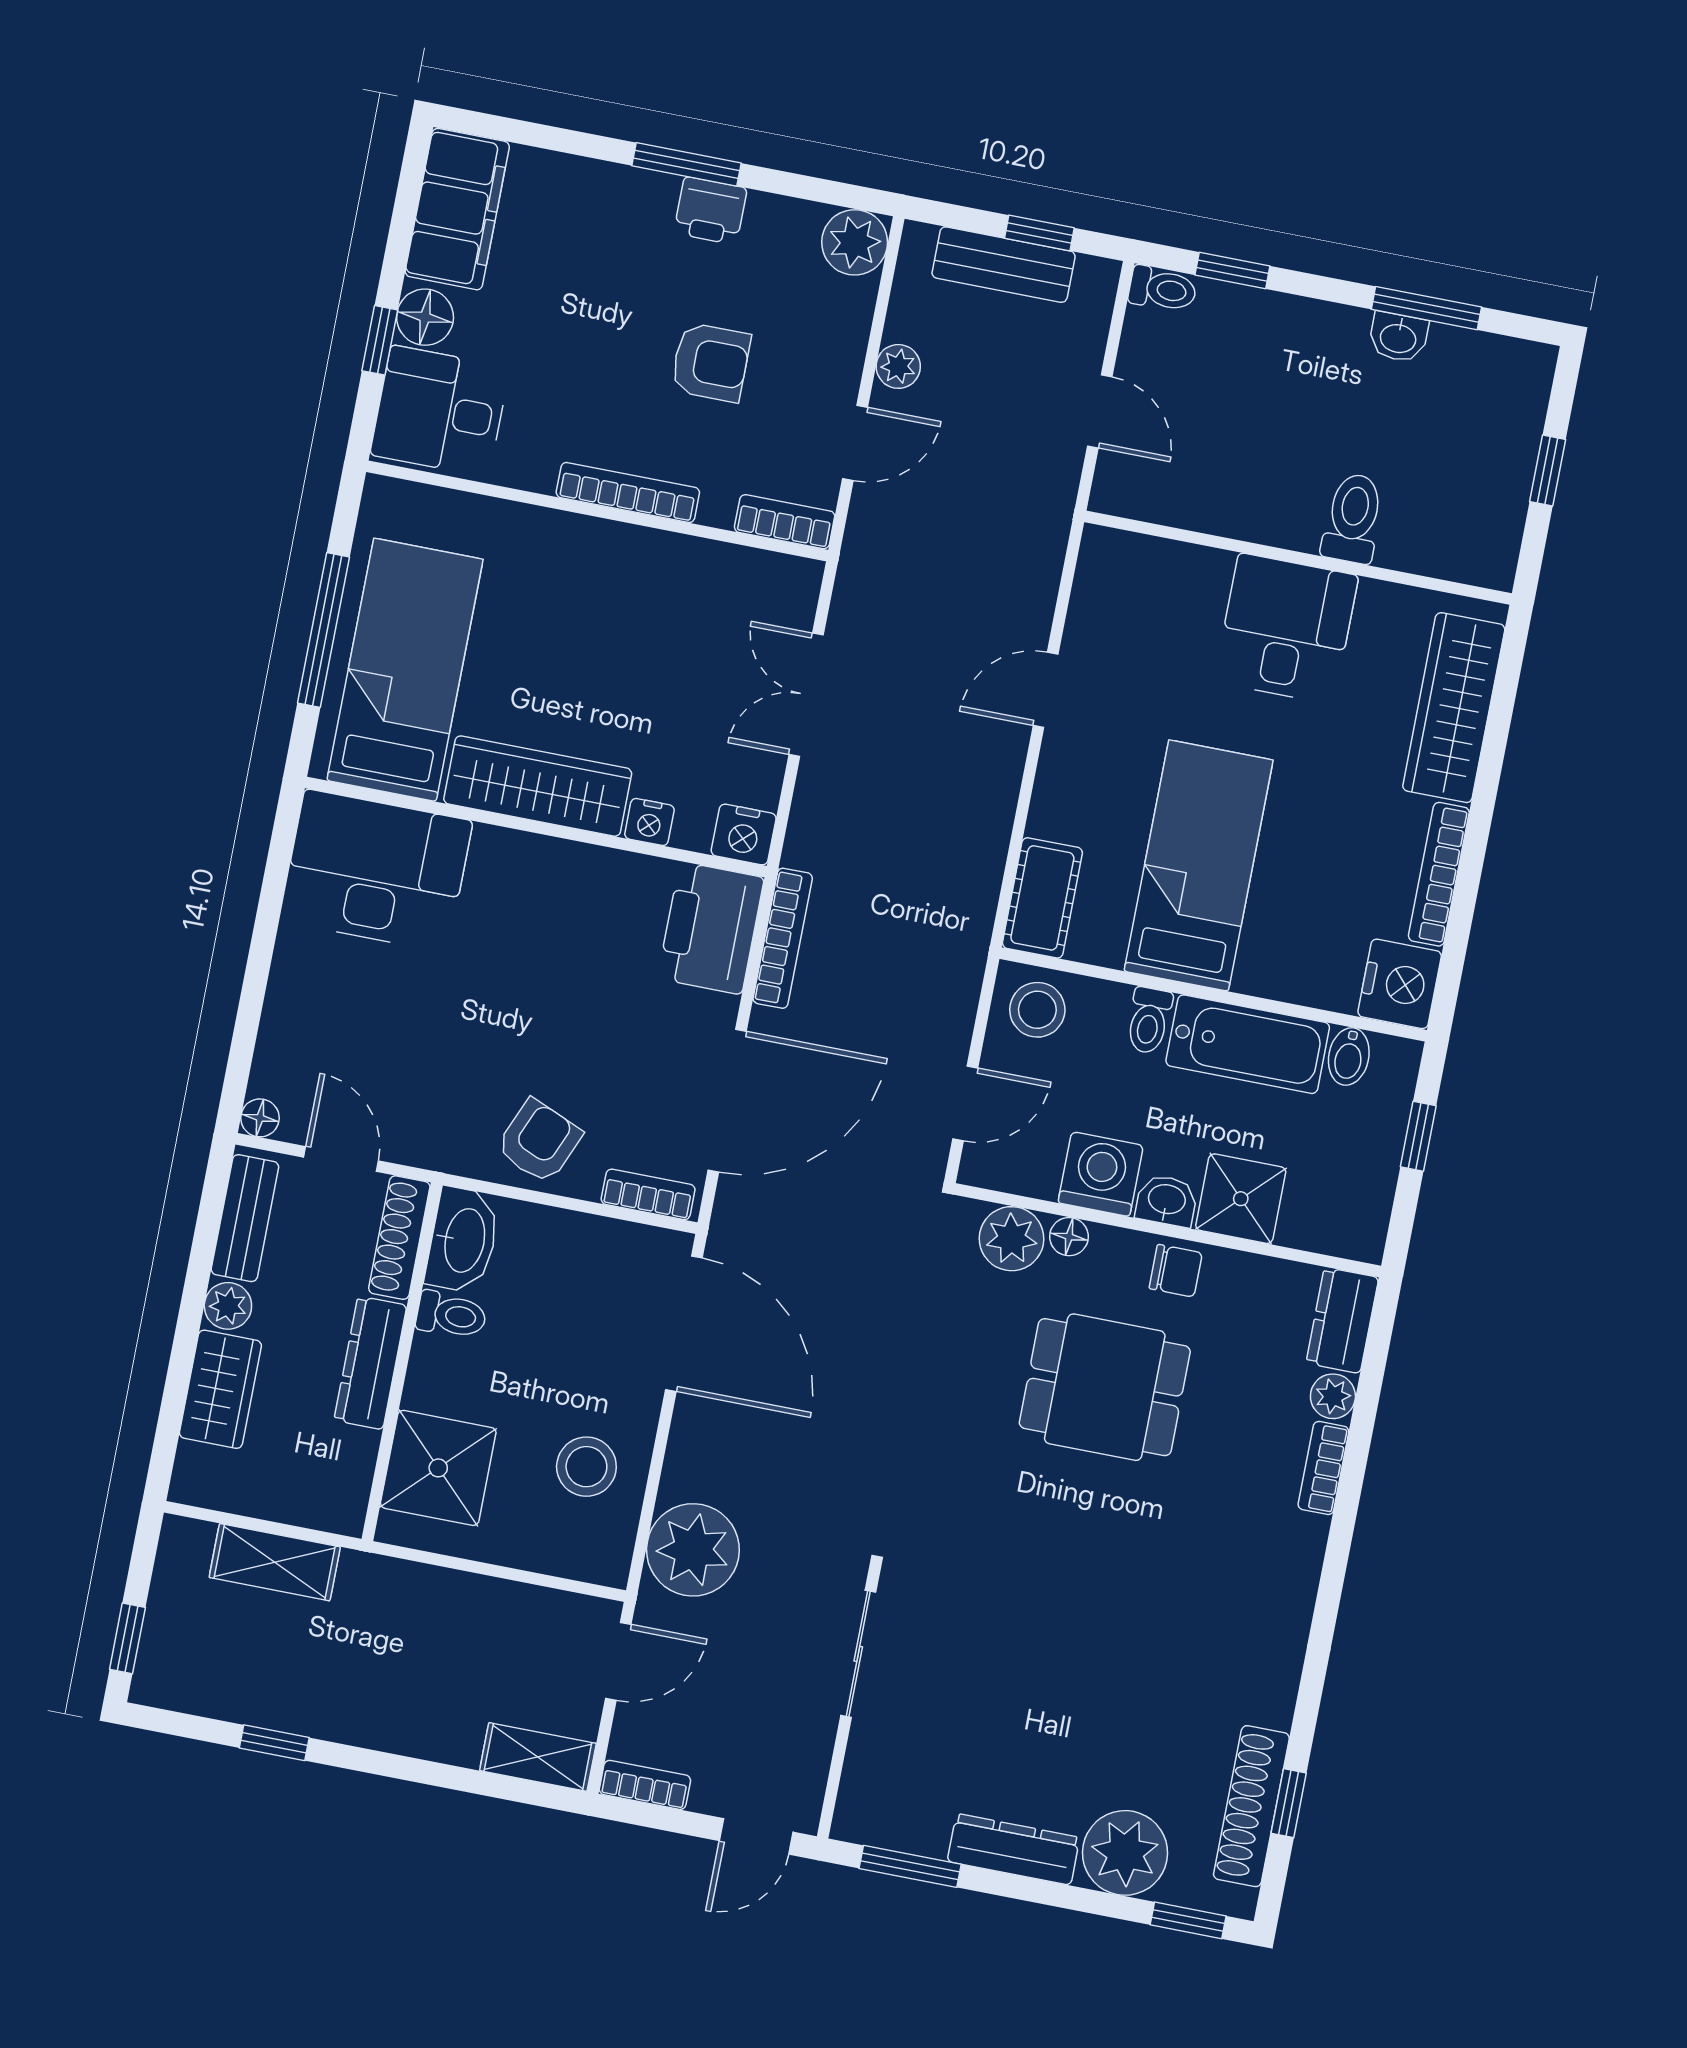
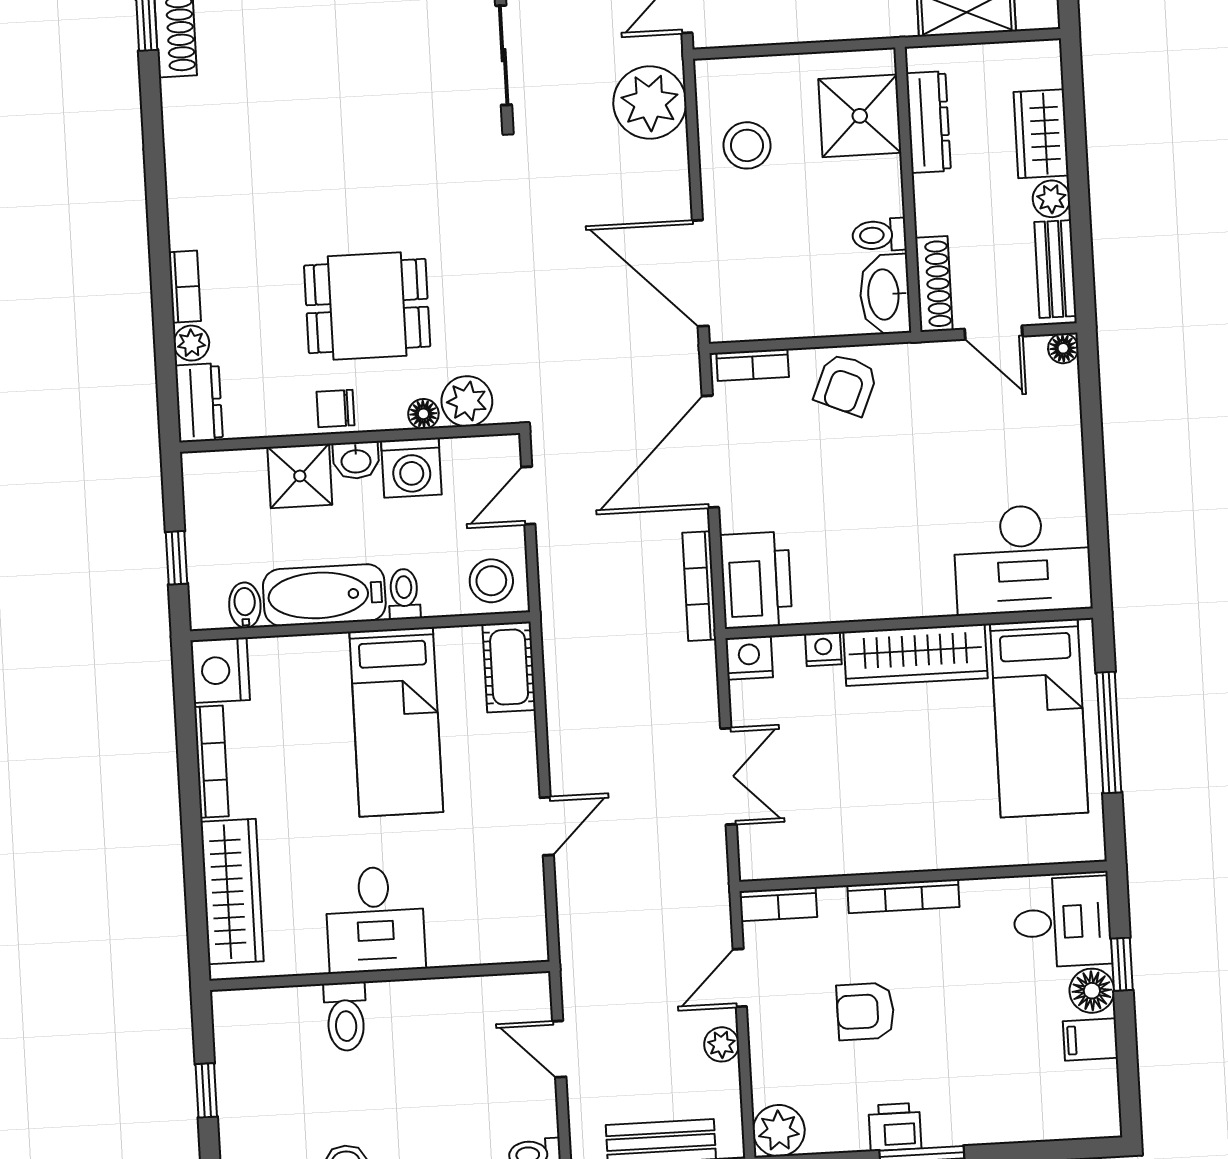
filing cabinet: (457, 209) -> (1090, 1039), width x0.33, depth x0.86
dresser: (370, 1363) -> (928, 122), moved

